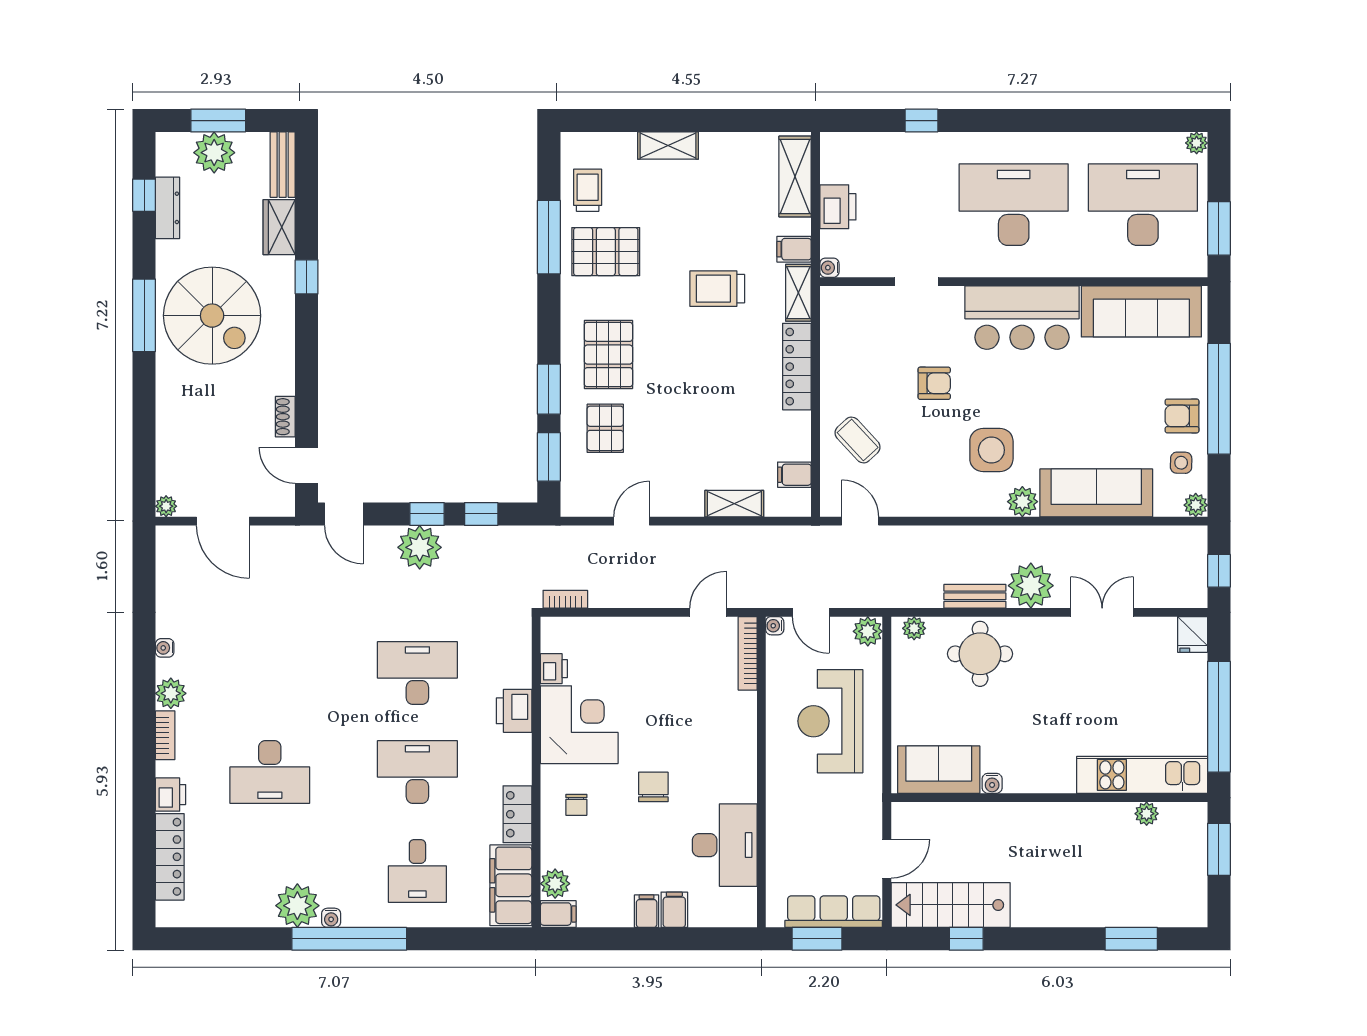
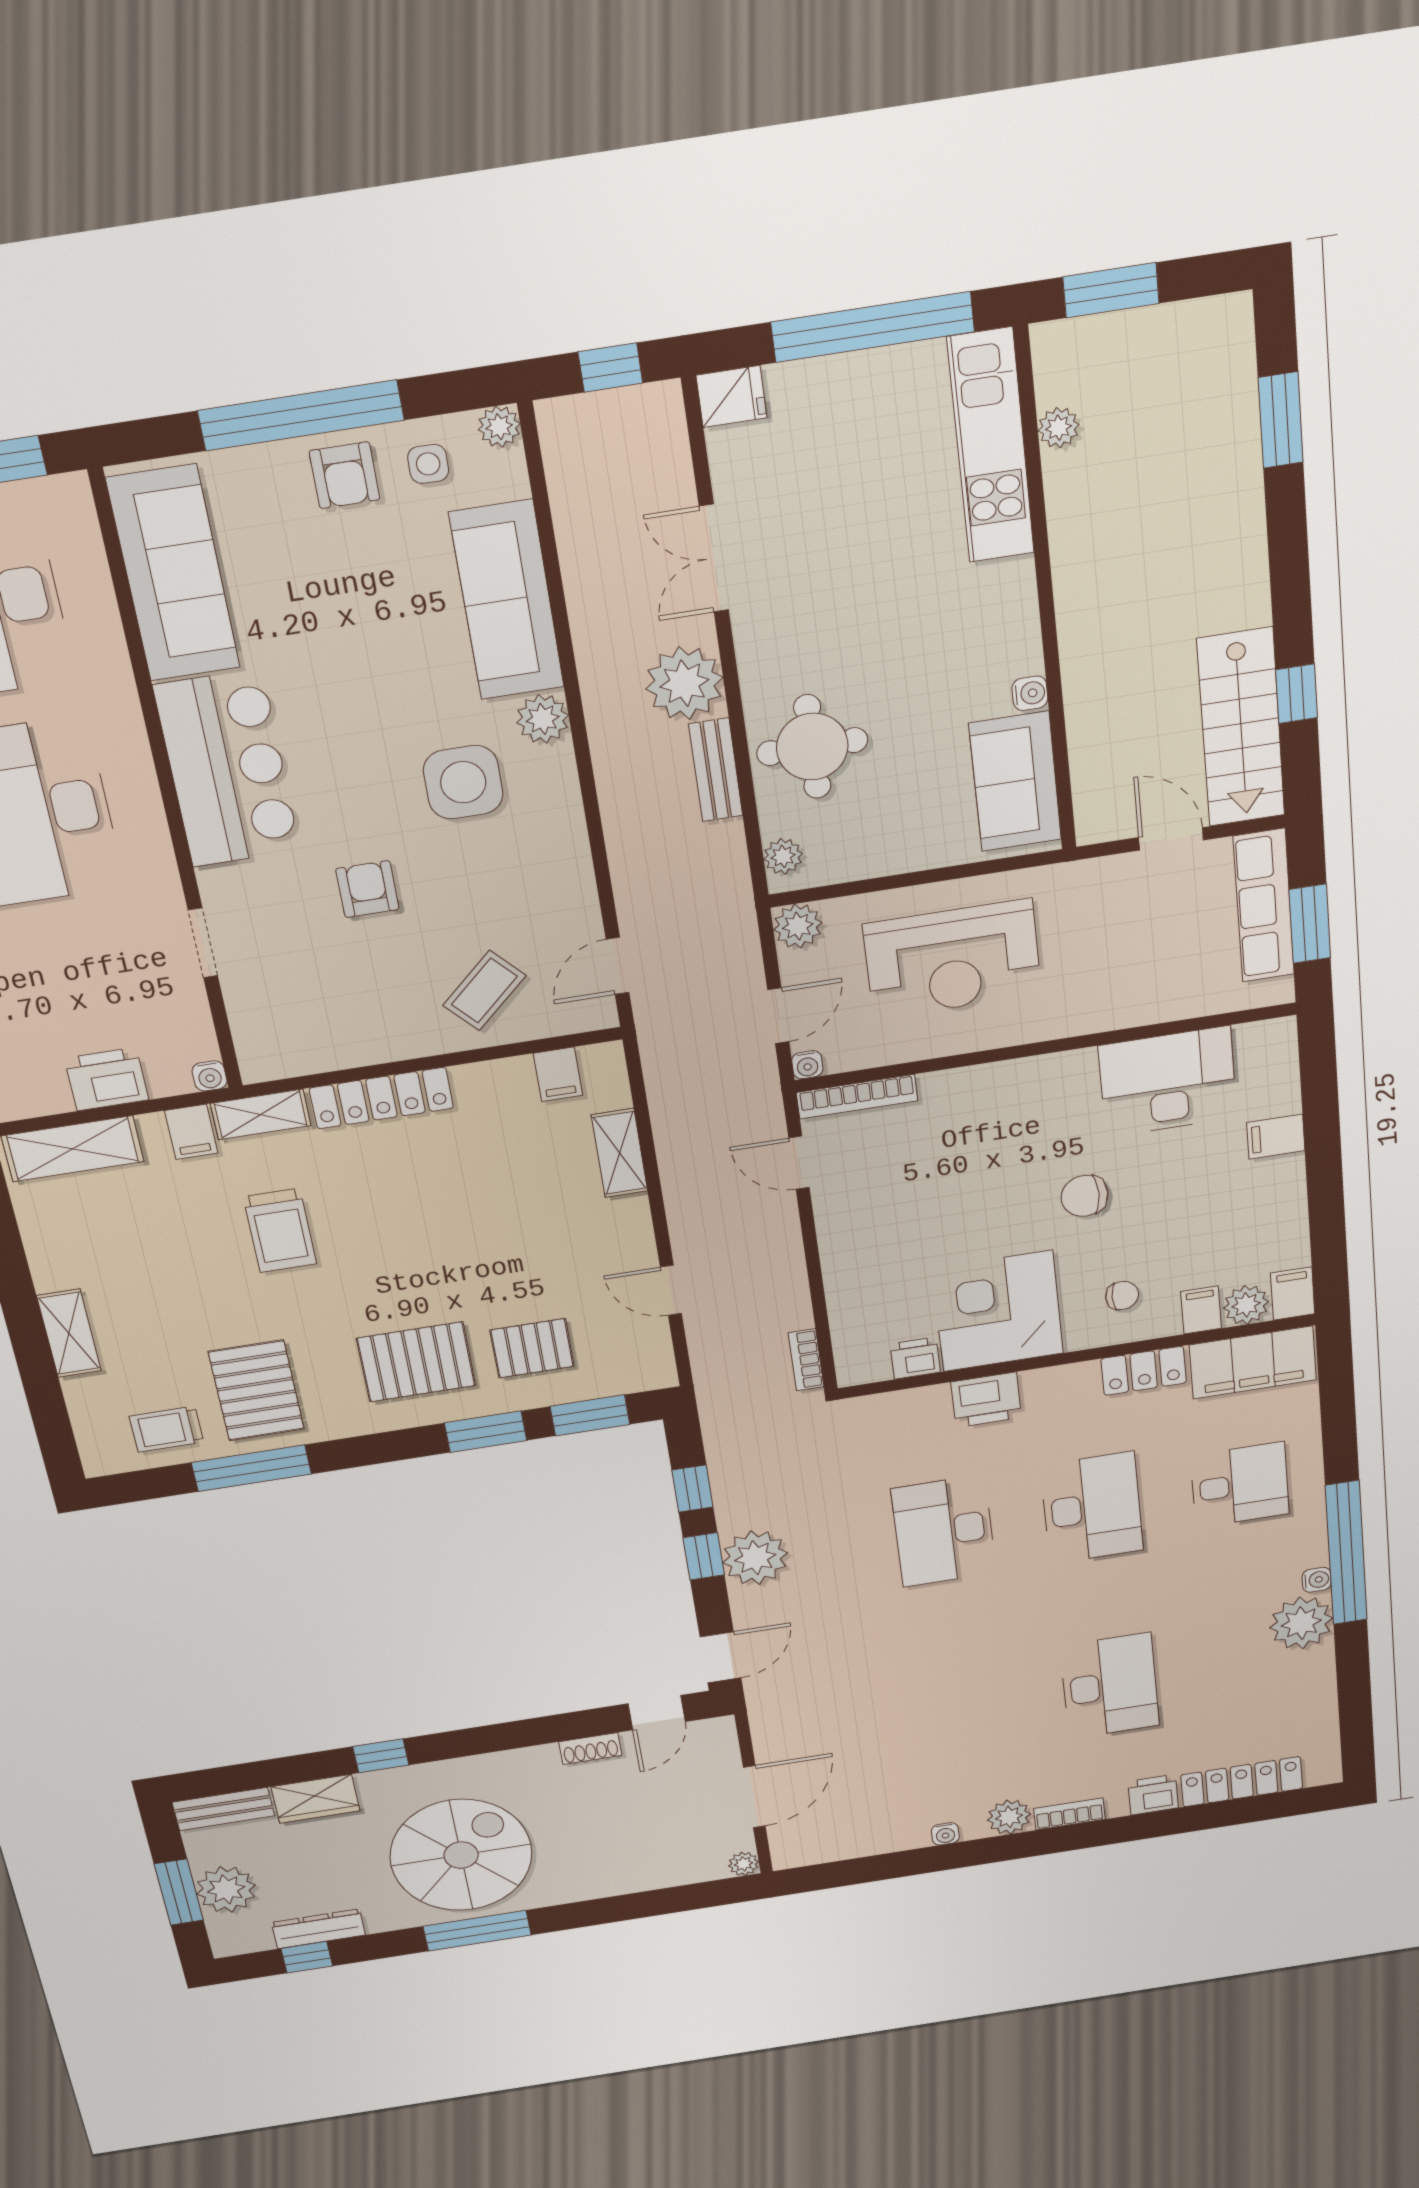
desk: (417, 772) -> (1092, 1508), turned 180
filing cabinet: (647, 911) -> (1201, 1310), moved, turned 90

